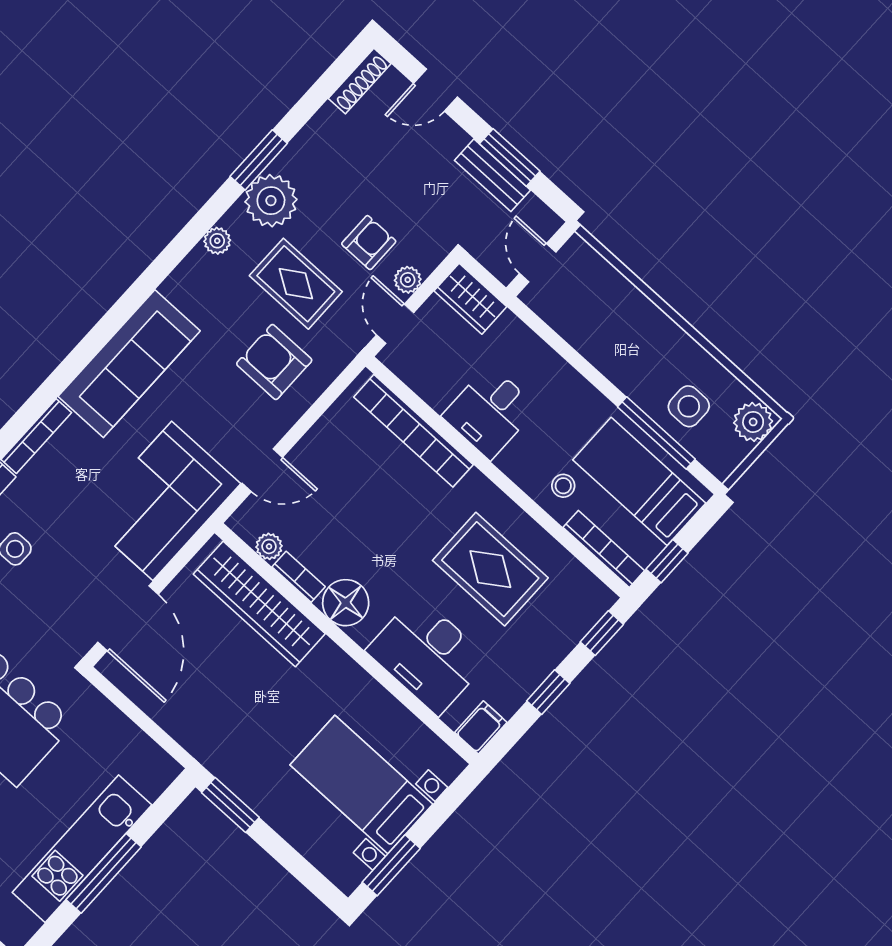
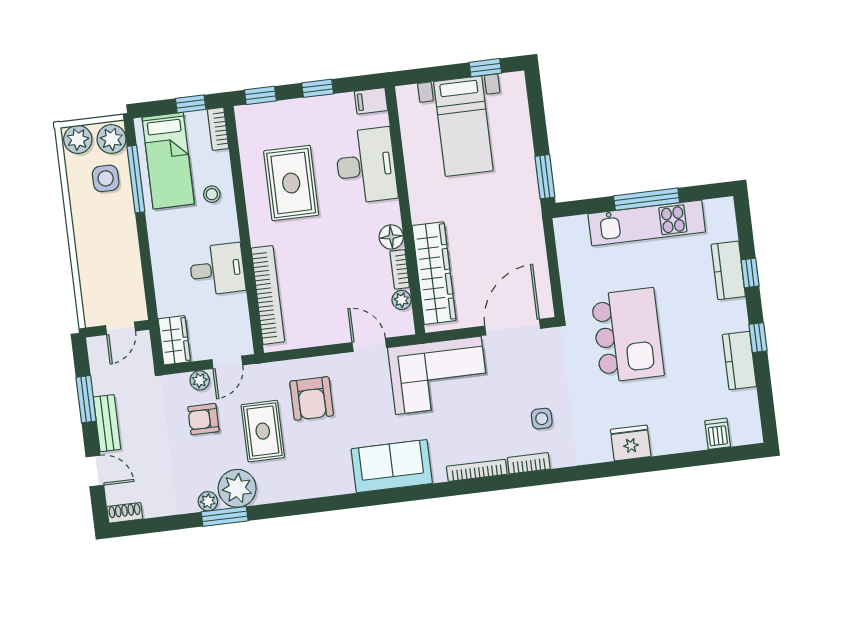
shoe rack: (360, 81) -> (125, 513), width x0.70
bench: (492, 175) -> (107, 423), moved
plant: (217, 241) -> (208, 501), moved
sofa: (129, 364) -> (392, 466), width x0.73
plant: (718, 453) -> (111, 139), added
bookcase: (604, 549) -> (218, 129), width x0.64
floor lamp: (346, 603) -> (391, 237), width x0.73, depth x0.73
window: (391, 865) -> (485, 68), width x0.67

